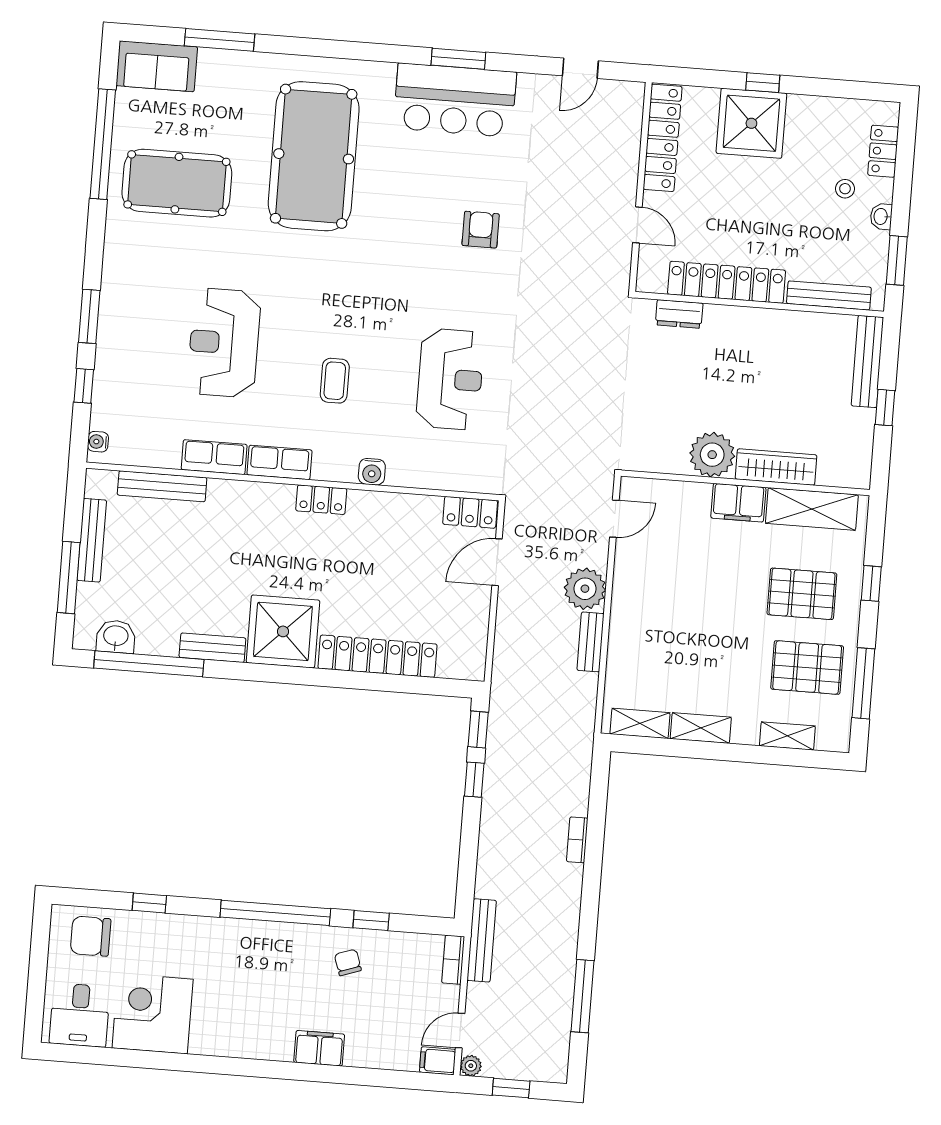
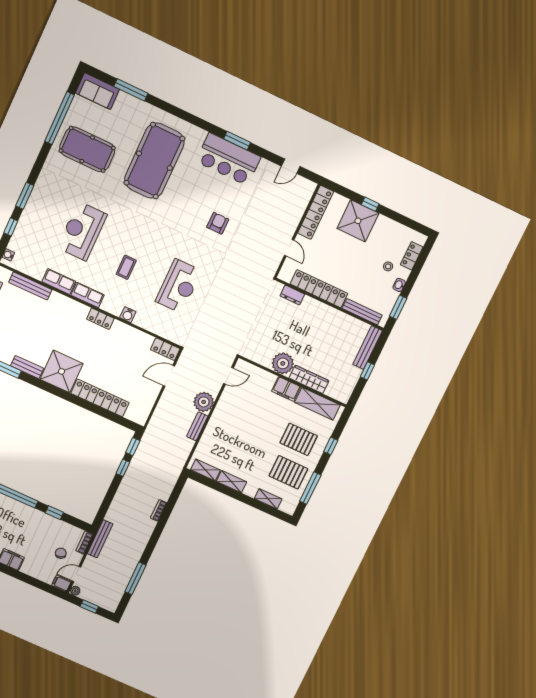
chair: (348, 962) -> (61, 553), moved

